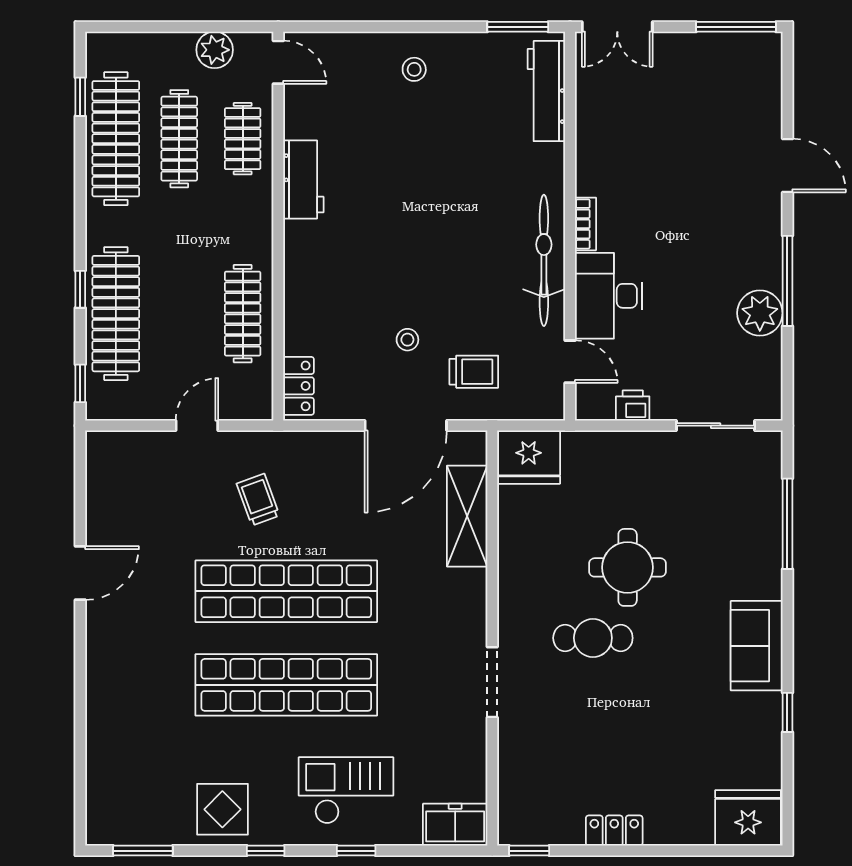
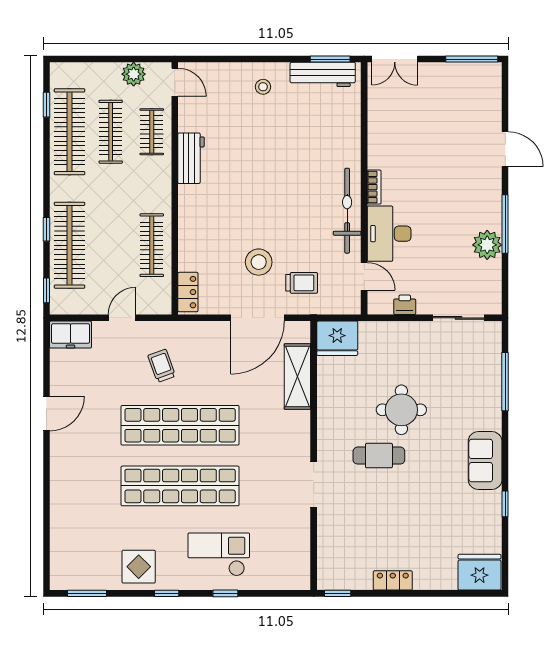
workbench: (546, 91) -> (323, 74), moved, turned -90
stool: (407, 340) -> (259, 262), width x1.89, depth x1.89
freezer: (455, 825) -> (71, 335), moved, turned 180

